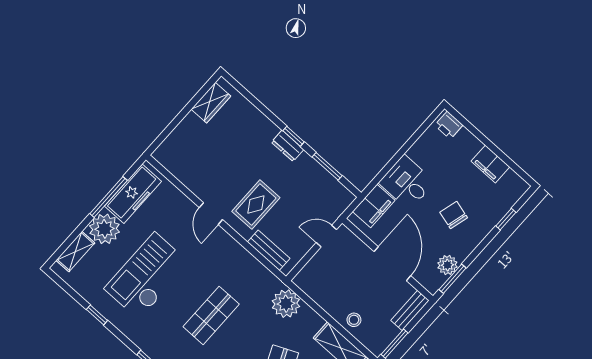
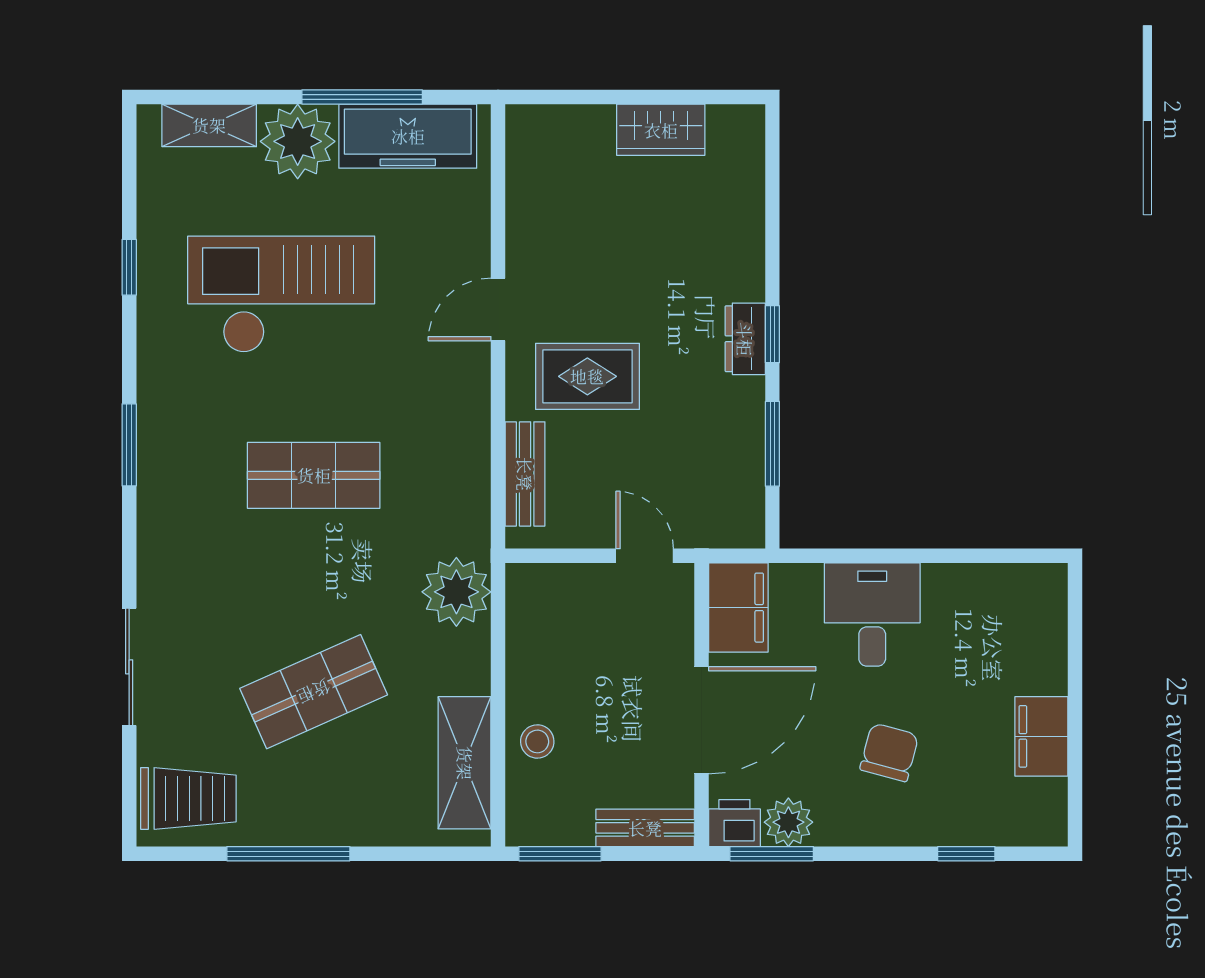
wardrobe: (211, 103) -> (661, 130), moved
printer: (449, 125) -> (734, 823), moved, turned 90
filing cabinet: (374, 206) -> (738, 608), moved, turned -90

